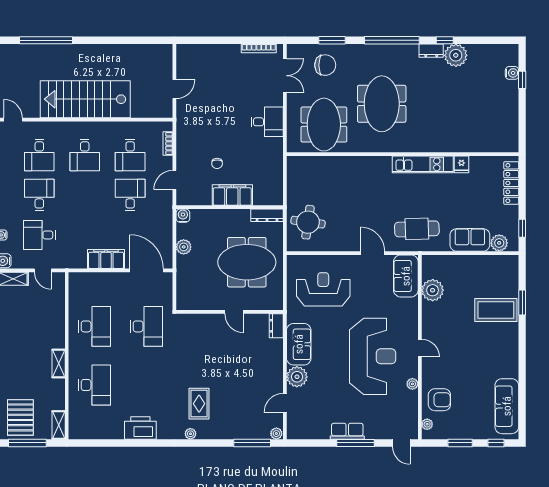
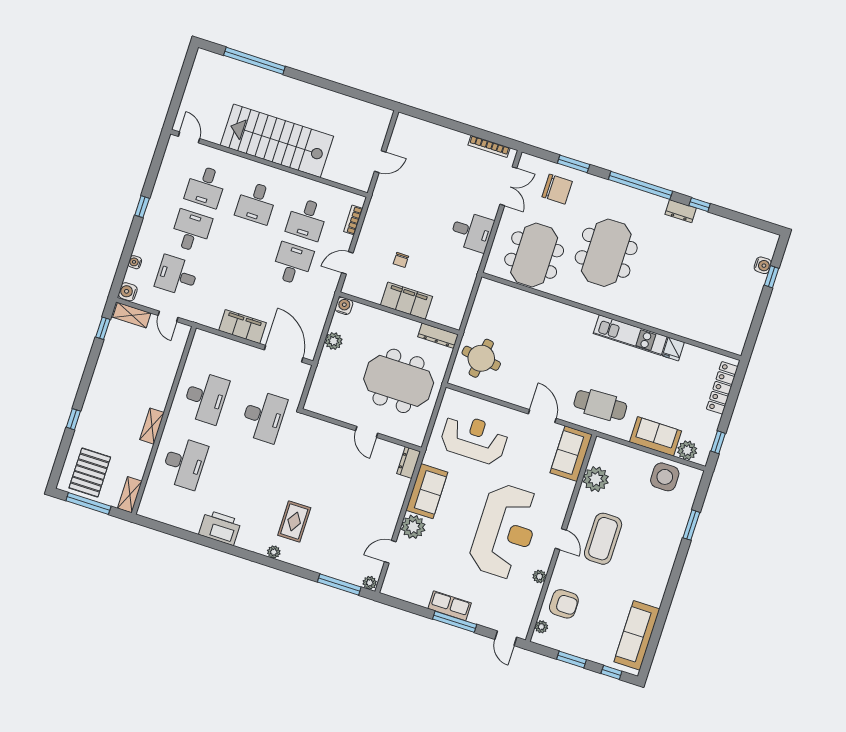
plant: (456, 55) -> (706, 225), removed
side table: (488, 270) -> (665, 477), added
coffee table: (496, 310) -> (603, 539), moved, turned 90

